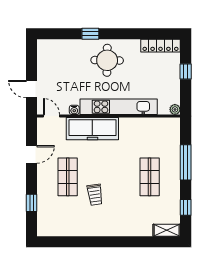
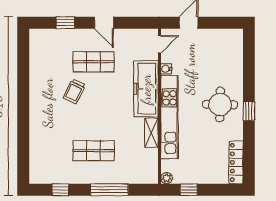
window: (90, 34) -> (249, 111), moved
window: (186, 71) -> (189, 190), moved
door: (32, 154) -> (104, 23), moved
trolley: (95, 195) -> (74, 91), turned -56
shelving: (167, 230) -> (151, 133), moved

